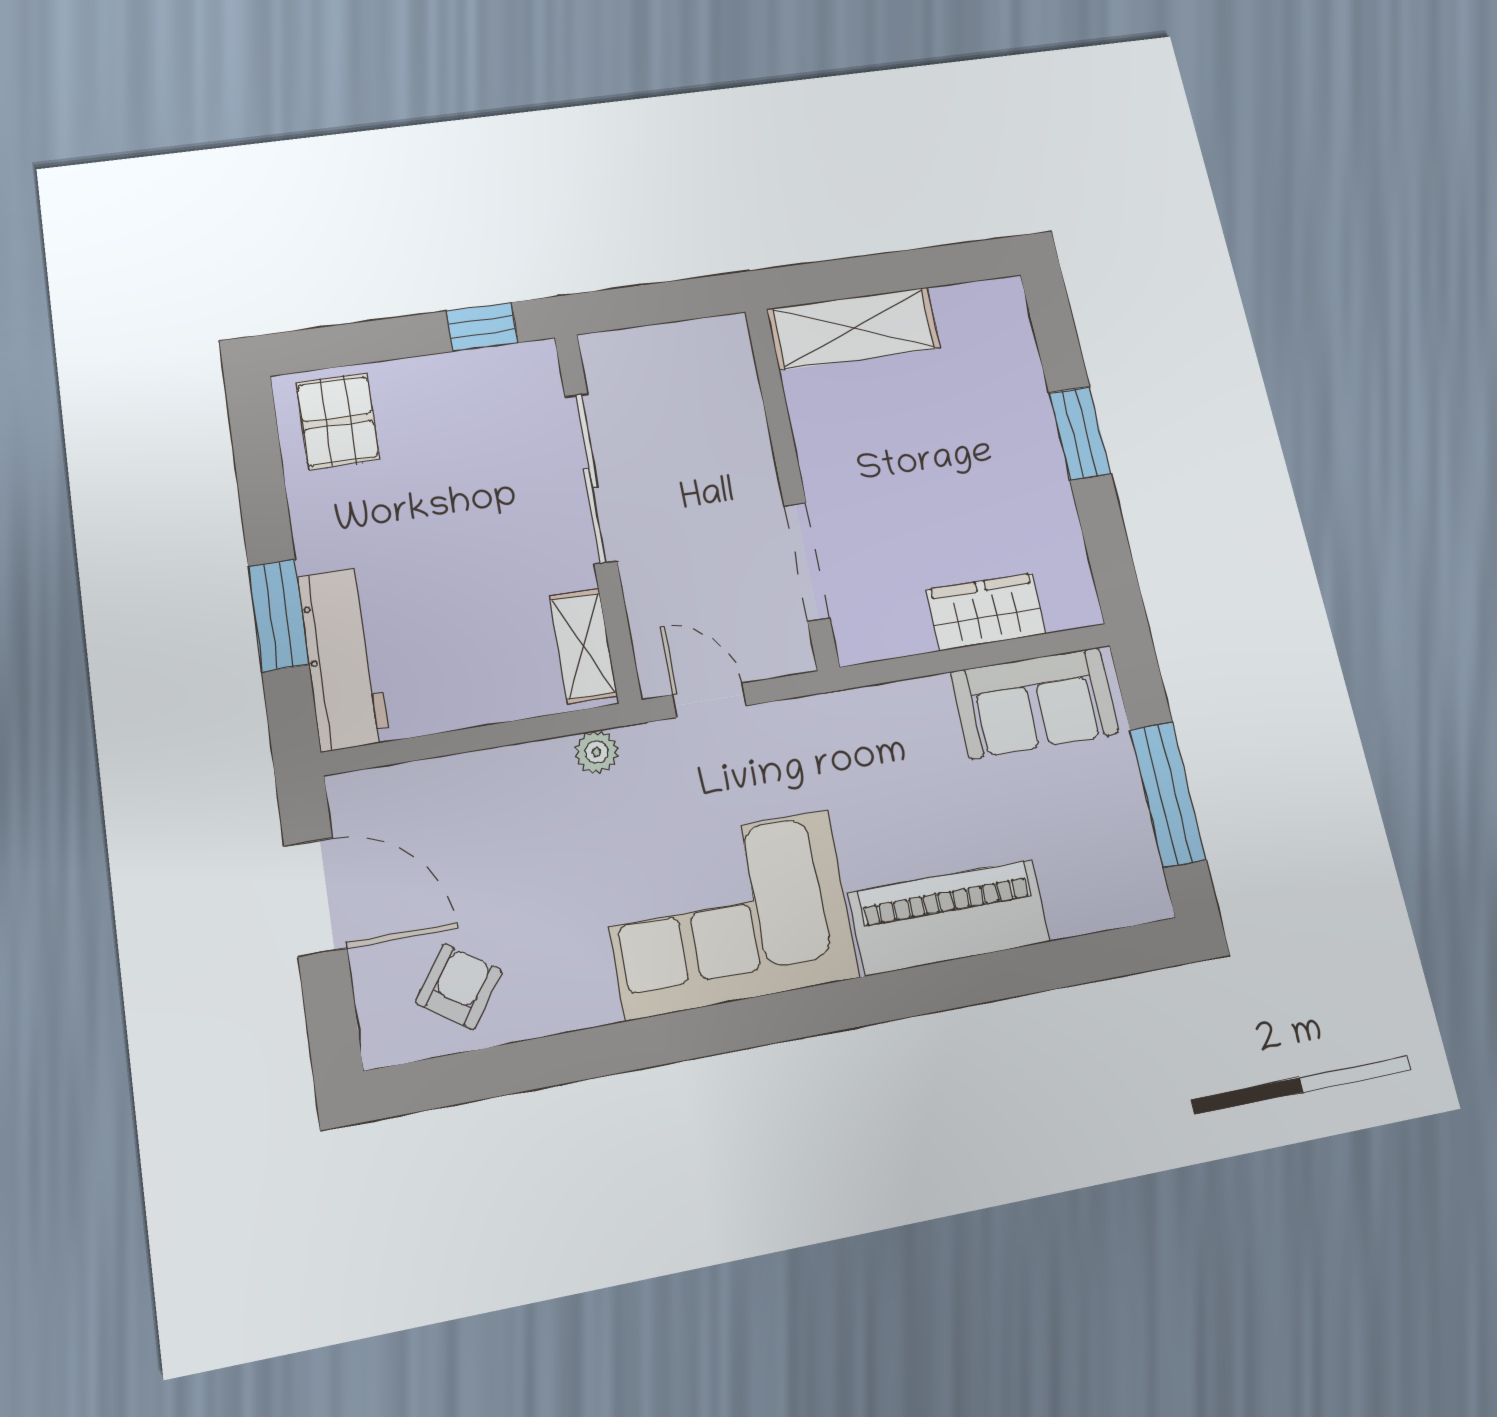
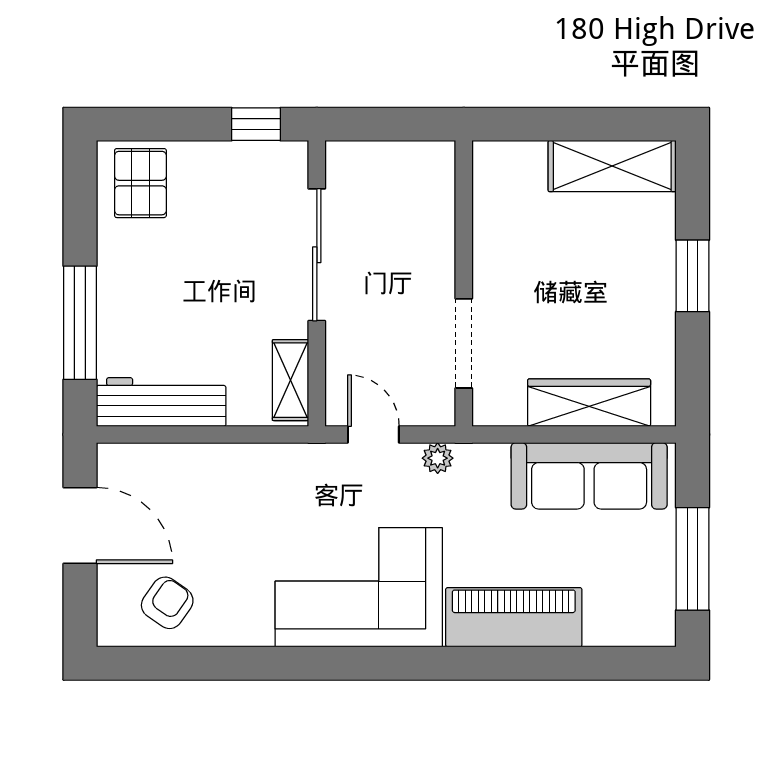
shelving: (854, 329) -> (612, 166), moved
wardrobe: (986, 612) -> (589, 403), width x1.50
window: (278, 615) -> (80, 323), width x1.44
workbench: (343, 659) -> (161, 402), moved, turned -90
sofa: (1035, 703) -> (589, 476), width x1.36
plant: (597, 752) -> (438, 458), moved

